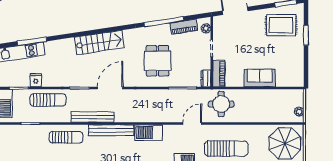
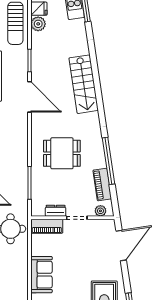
dresser: (206, 78) -> (56, 211), moved
plant: (49, 81) -> (38, 24), added

